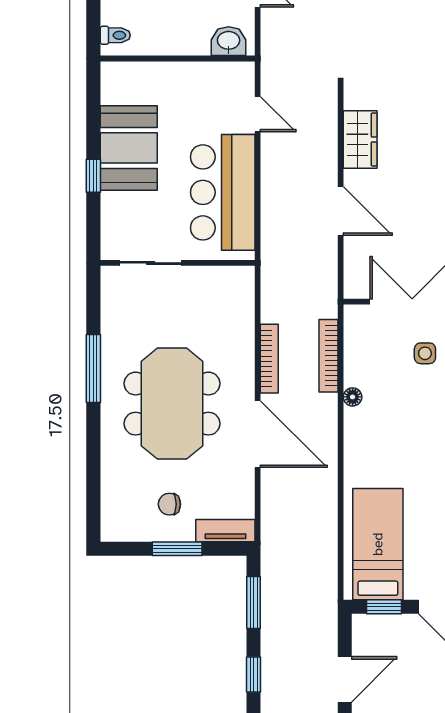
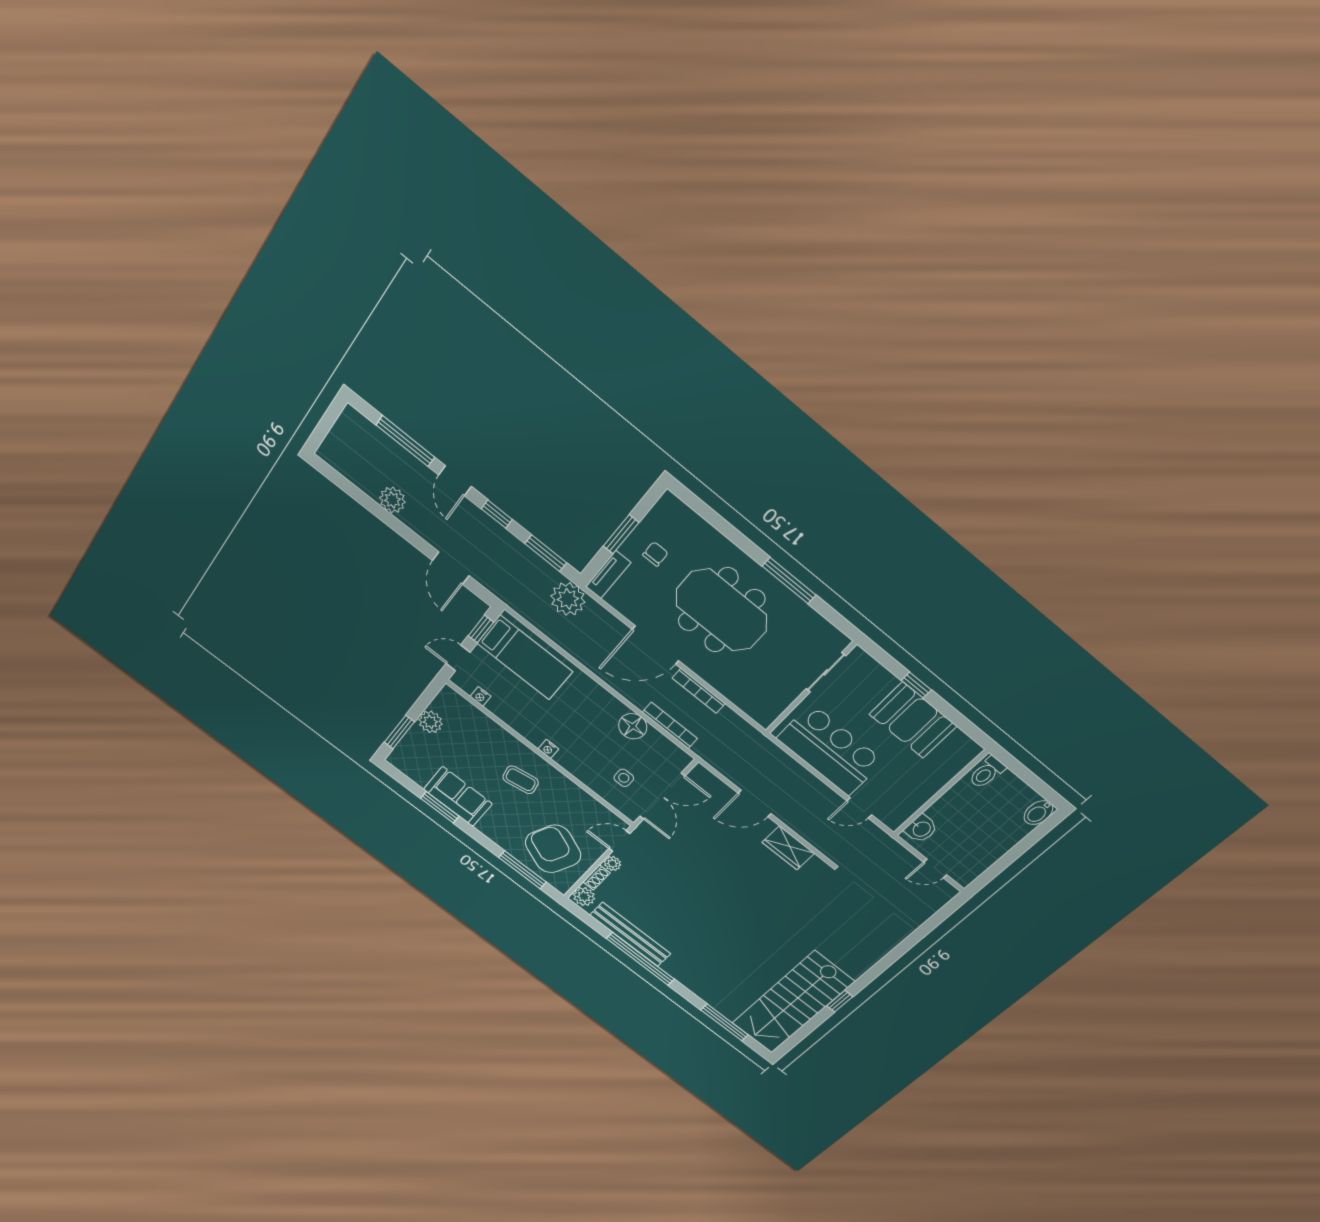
toilet: (115, 35) -> (987, 773), width x1.37, depth x1.39
floor lamp: (353, 397) -> (633, 726), width x1.89, depth x1.89
plant: (282, 549) -> (568, 599), added

